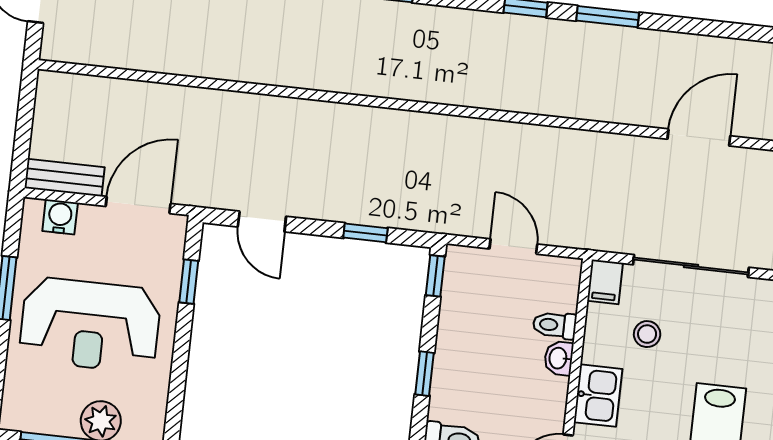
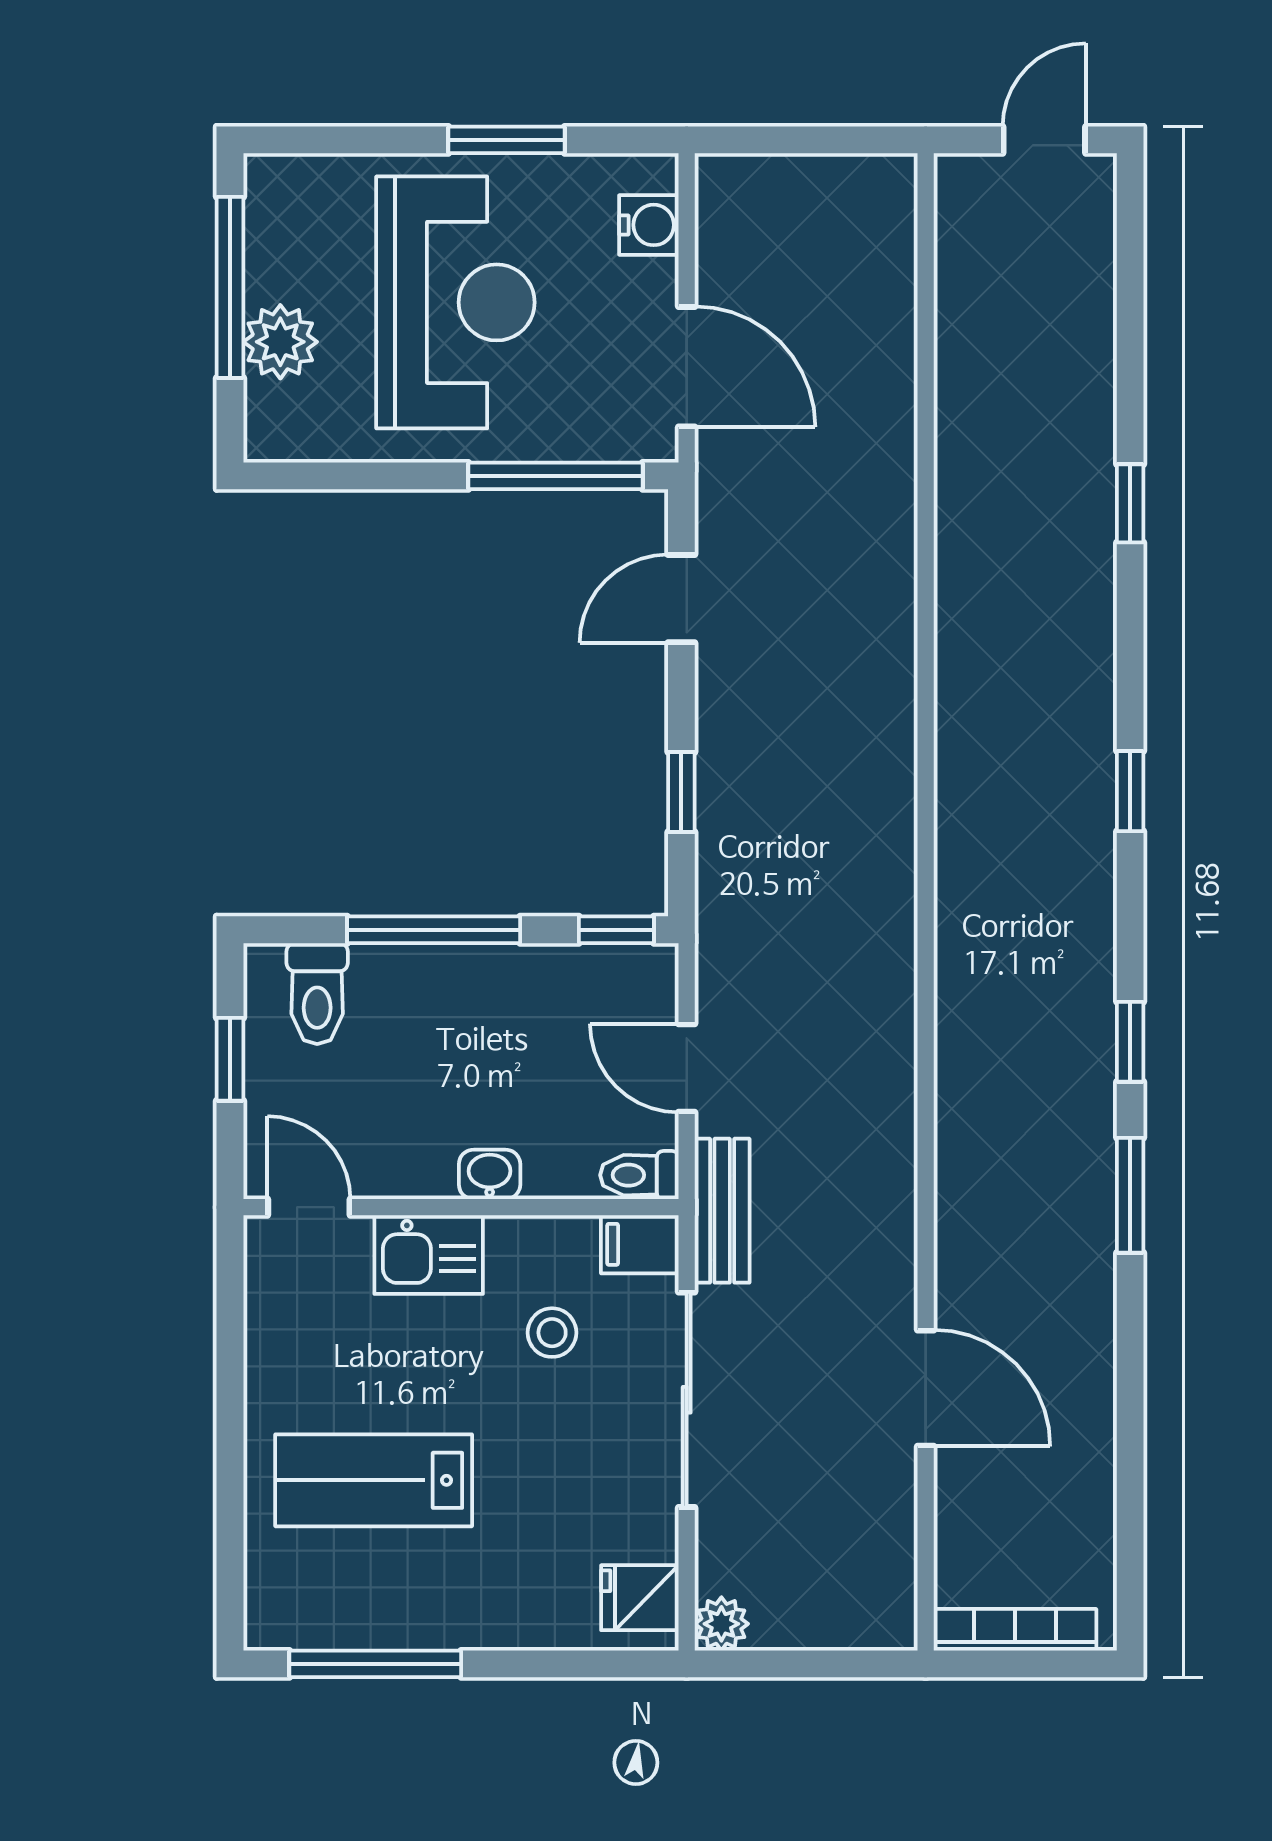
bench: (64, 178) -> (722, 1211), moved
door: (513, 246) -> (687, 1068), swing flipped
window: (189, 282) -> (556, 476), width x2.17
reception desk: (90, 325) -> (455, 302), turned 180
toilet: (555, 325) -> (639, 1175), moved, turned -90
window: (424, 374) -> (434, 930), width x2.17

